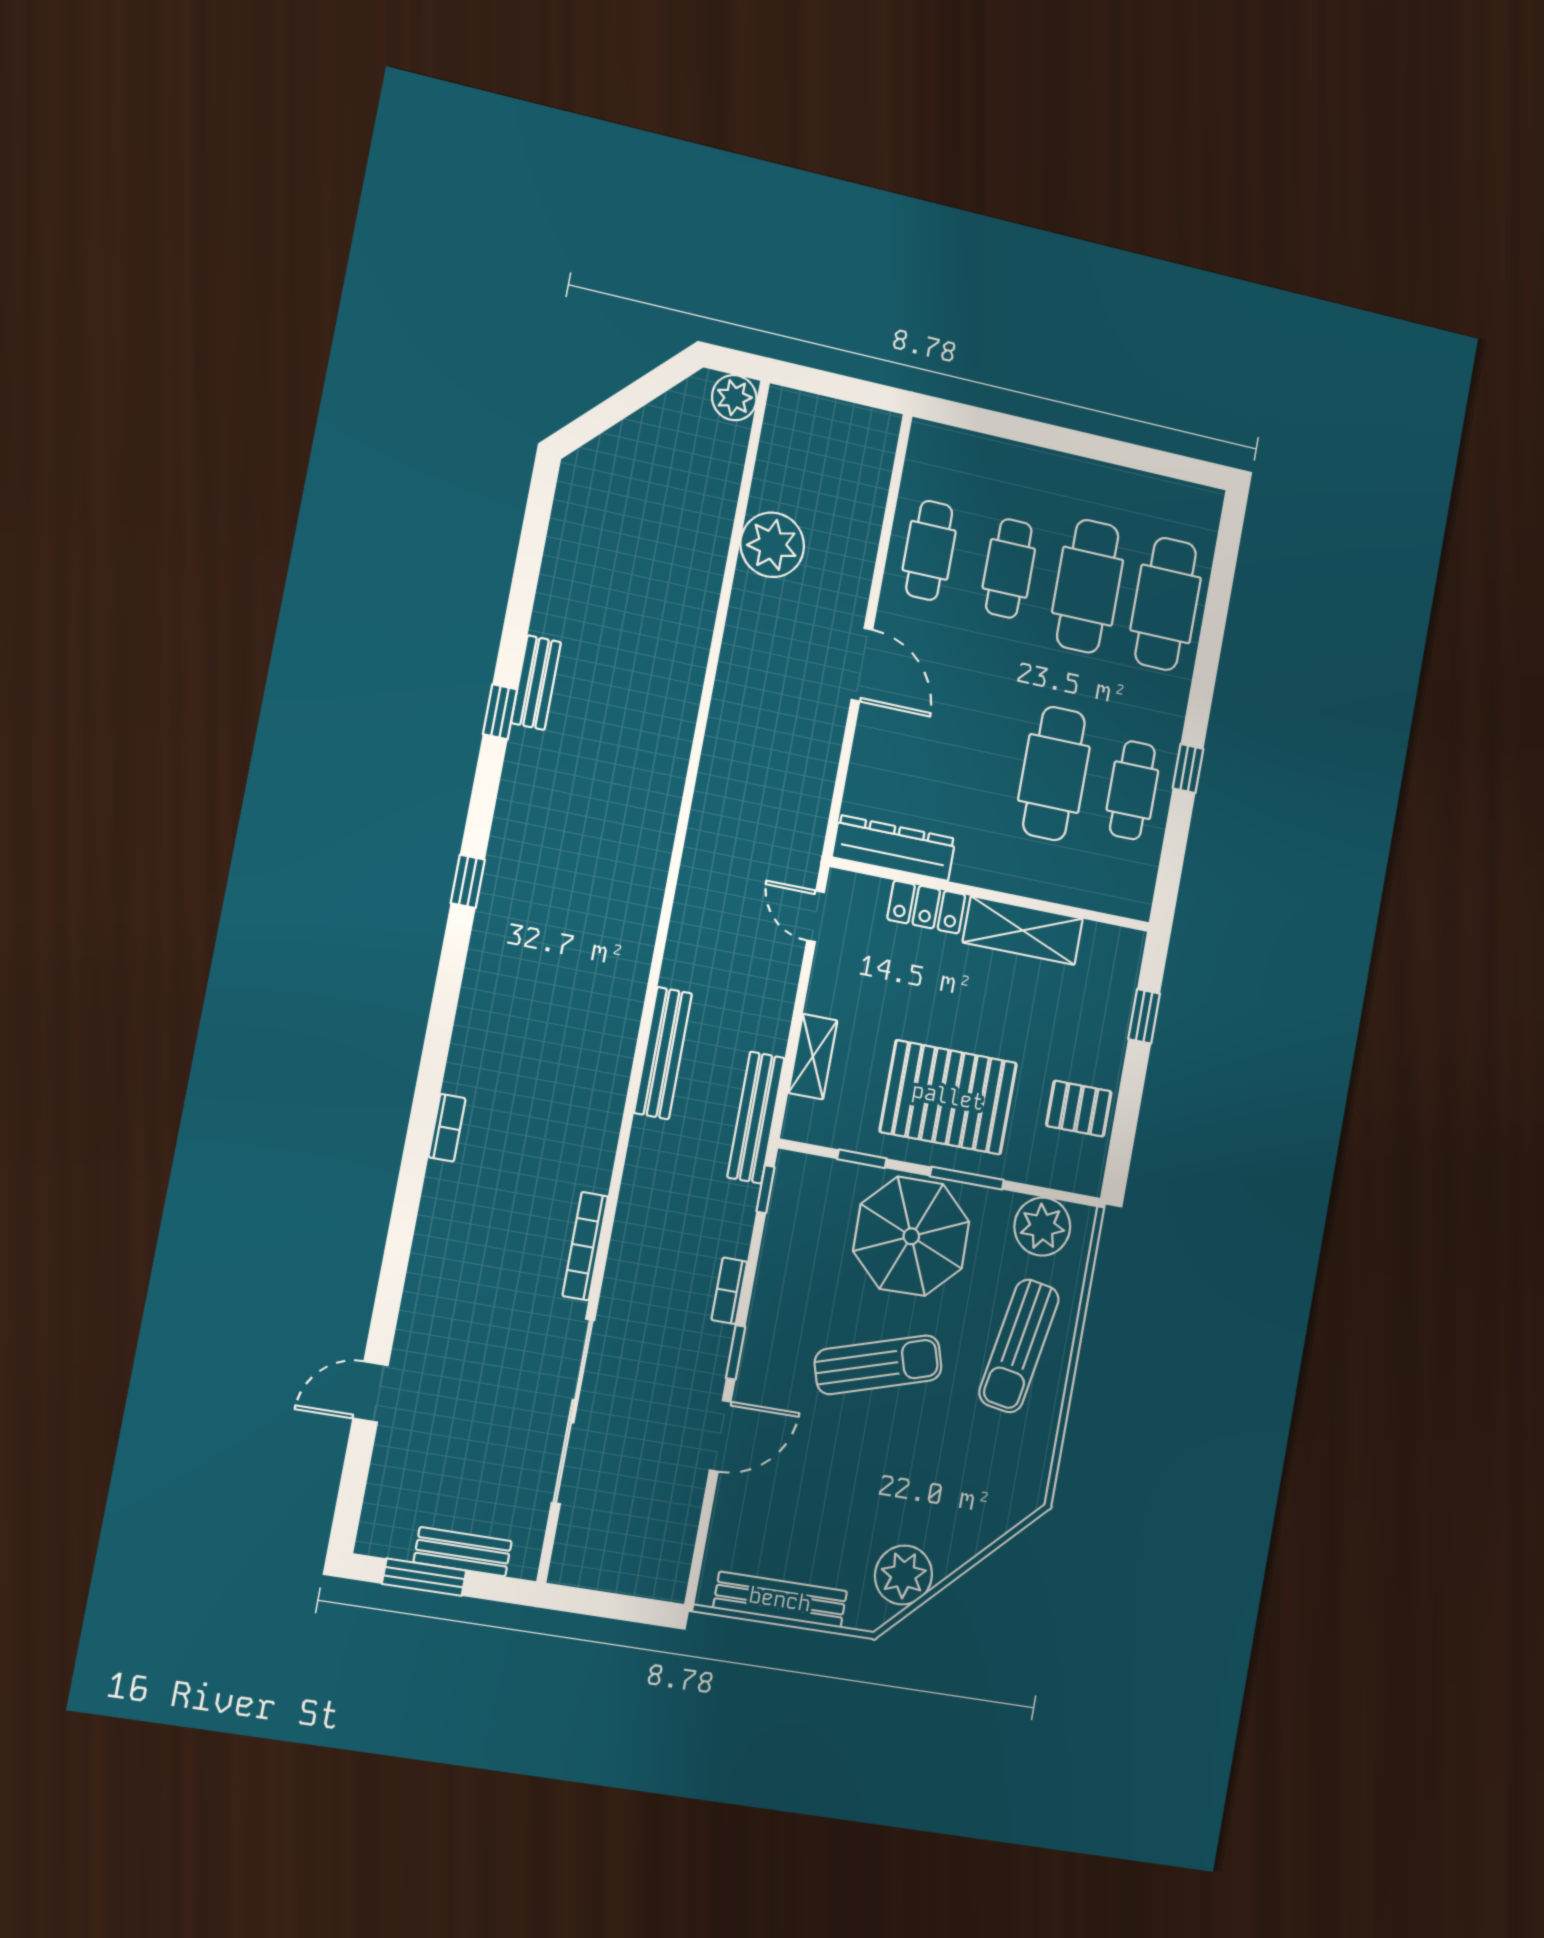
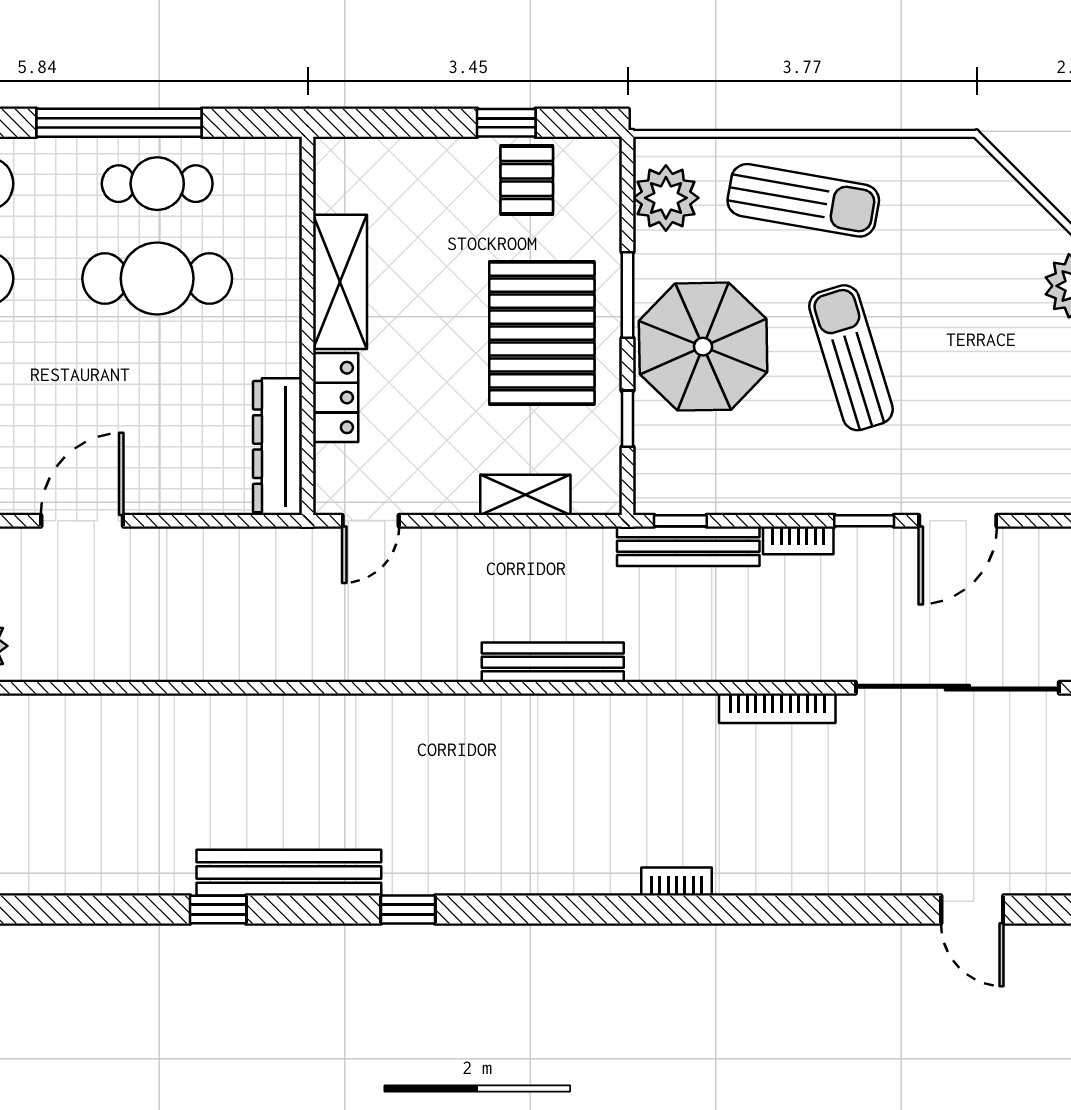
bench: (536, 683) -> (289, 873), moved, width x1.86, depth x1.21
window: (1188, 768) -> (119, 123), width x3.17
window: (1144, 1016) -> (506, 123), moved
bench: (756, 1118) -> (688, 546), moved
door: (720, 1436) -> (958, 521), swing flipped

